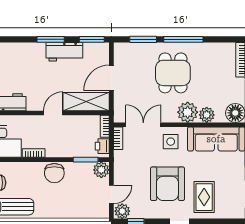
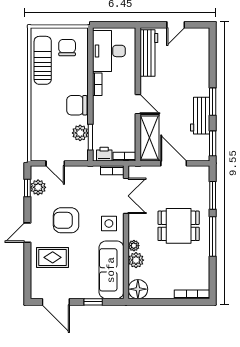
plant: (188, 112) -> (134, 246), width x0.53, depth x0.53
plant: (101, 170) -> (80, 133), moved
armchair: (167, 184) -> (66, 220), width x0.73, depth x0.73
plant: (122, 211) -> (38, 187), moved

